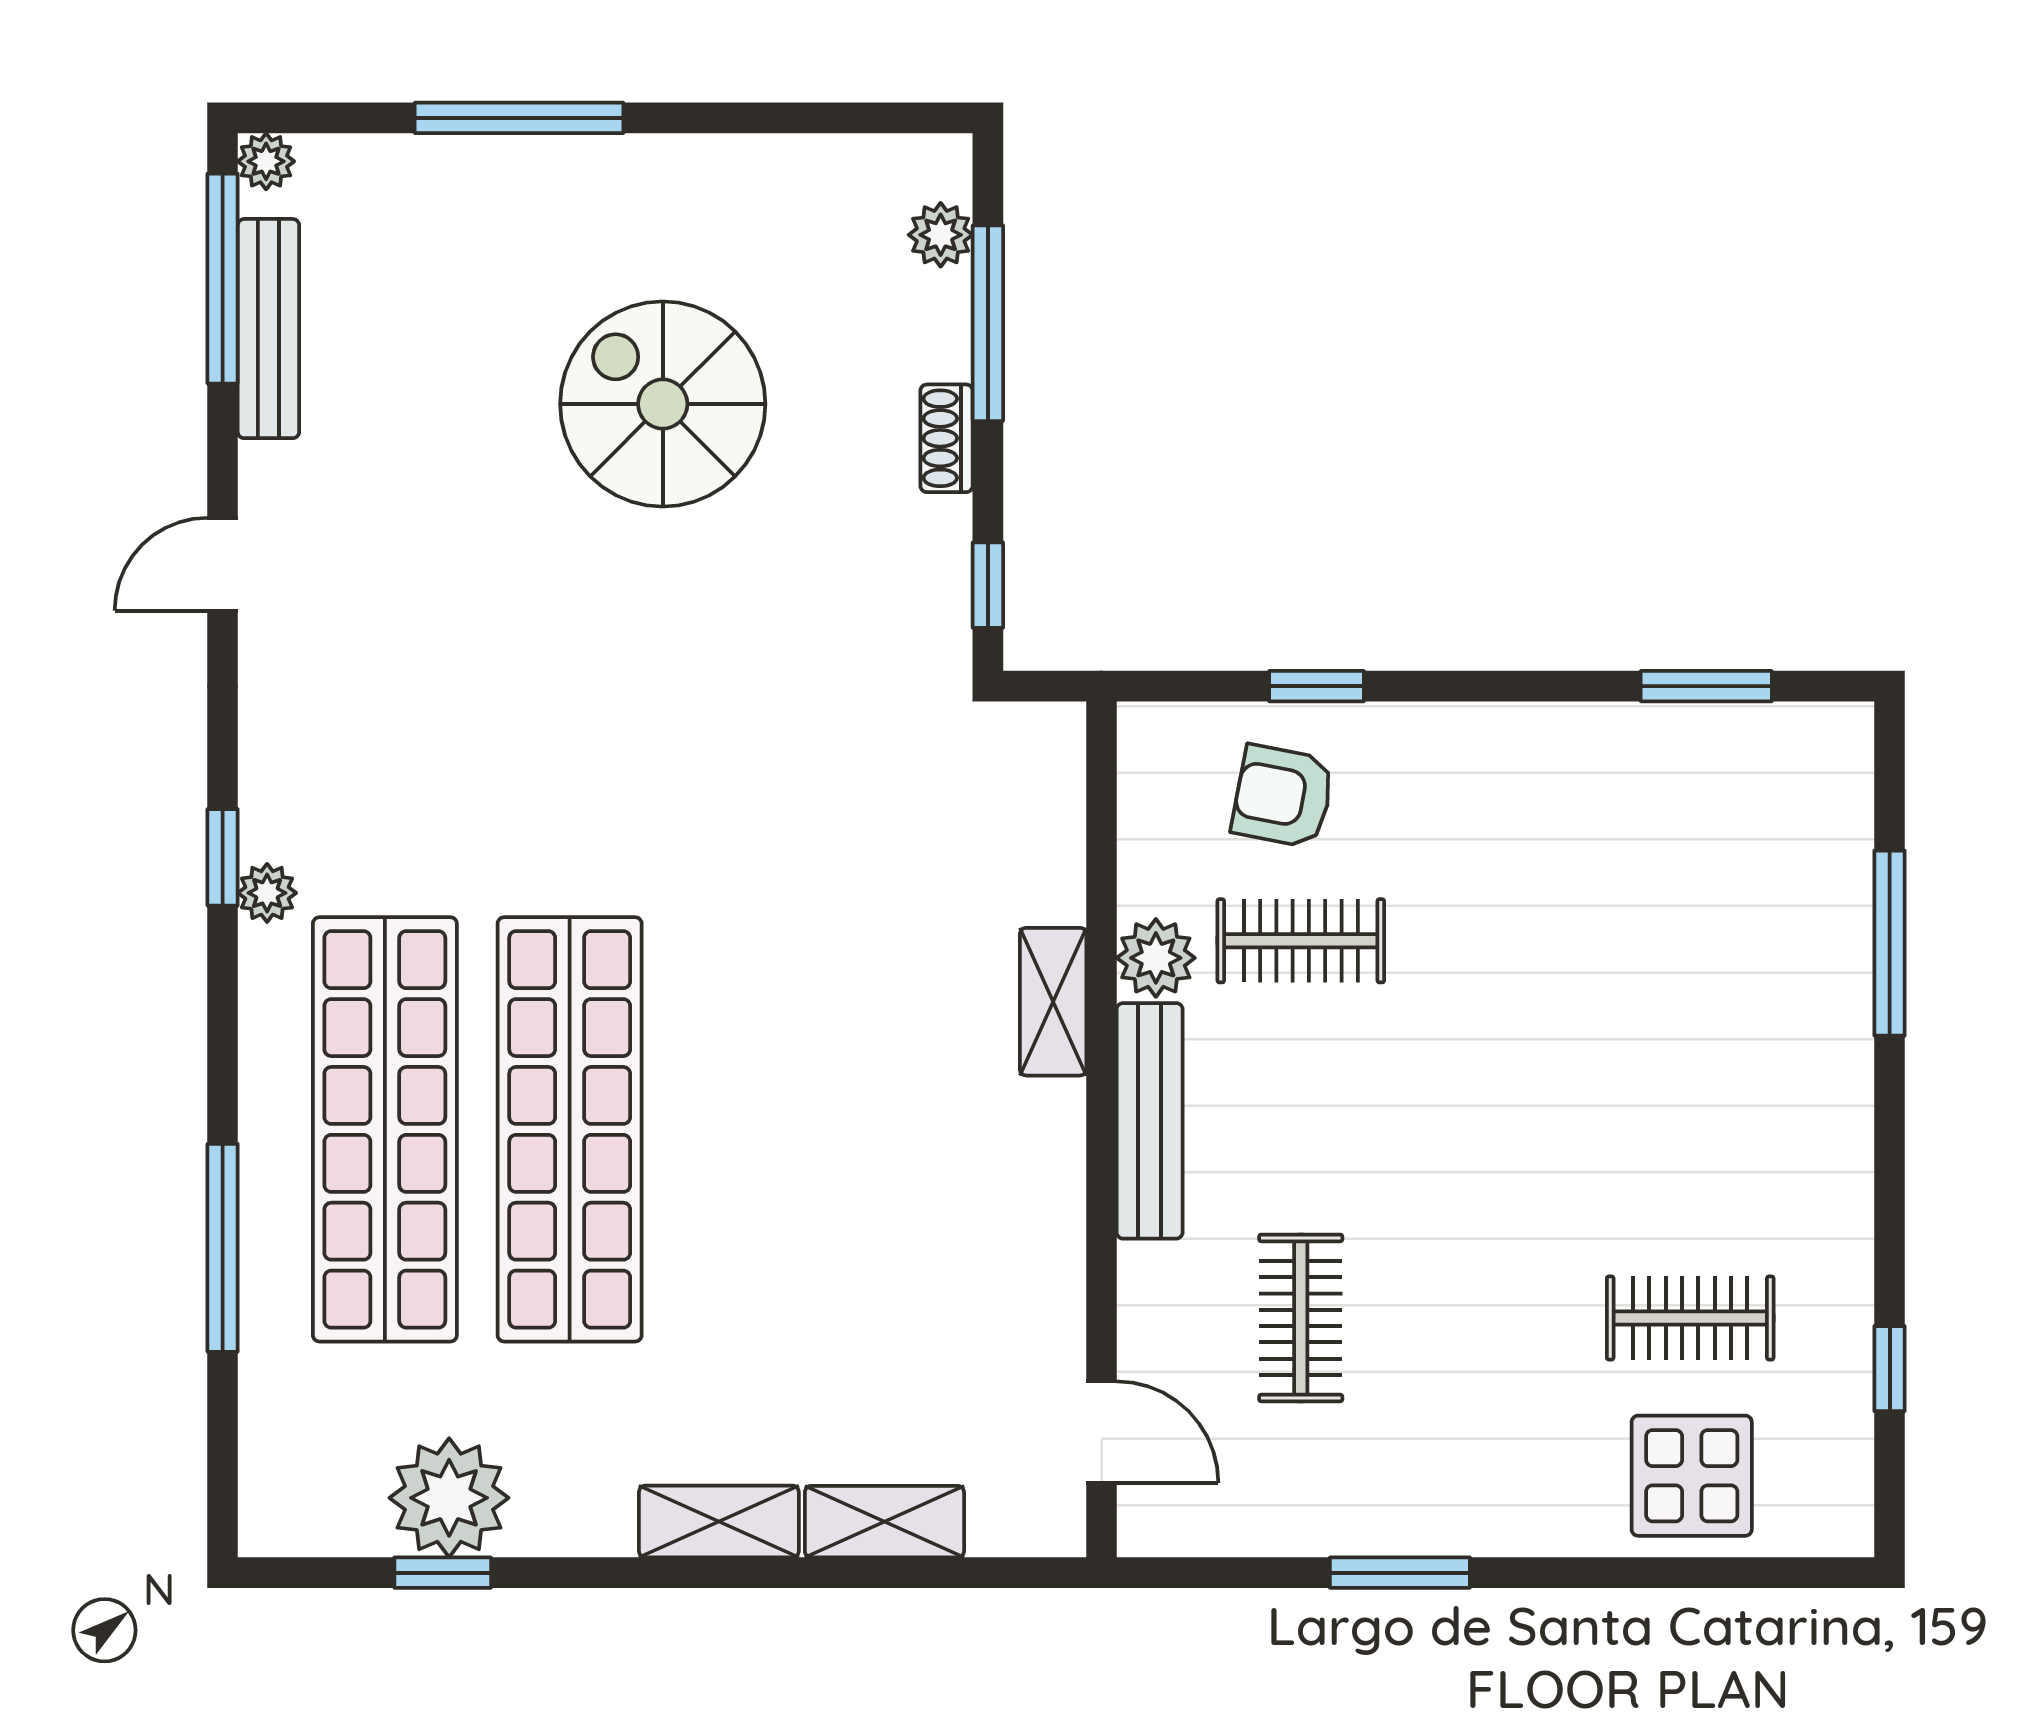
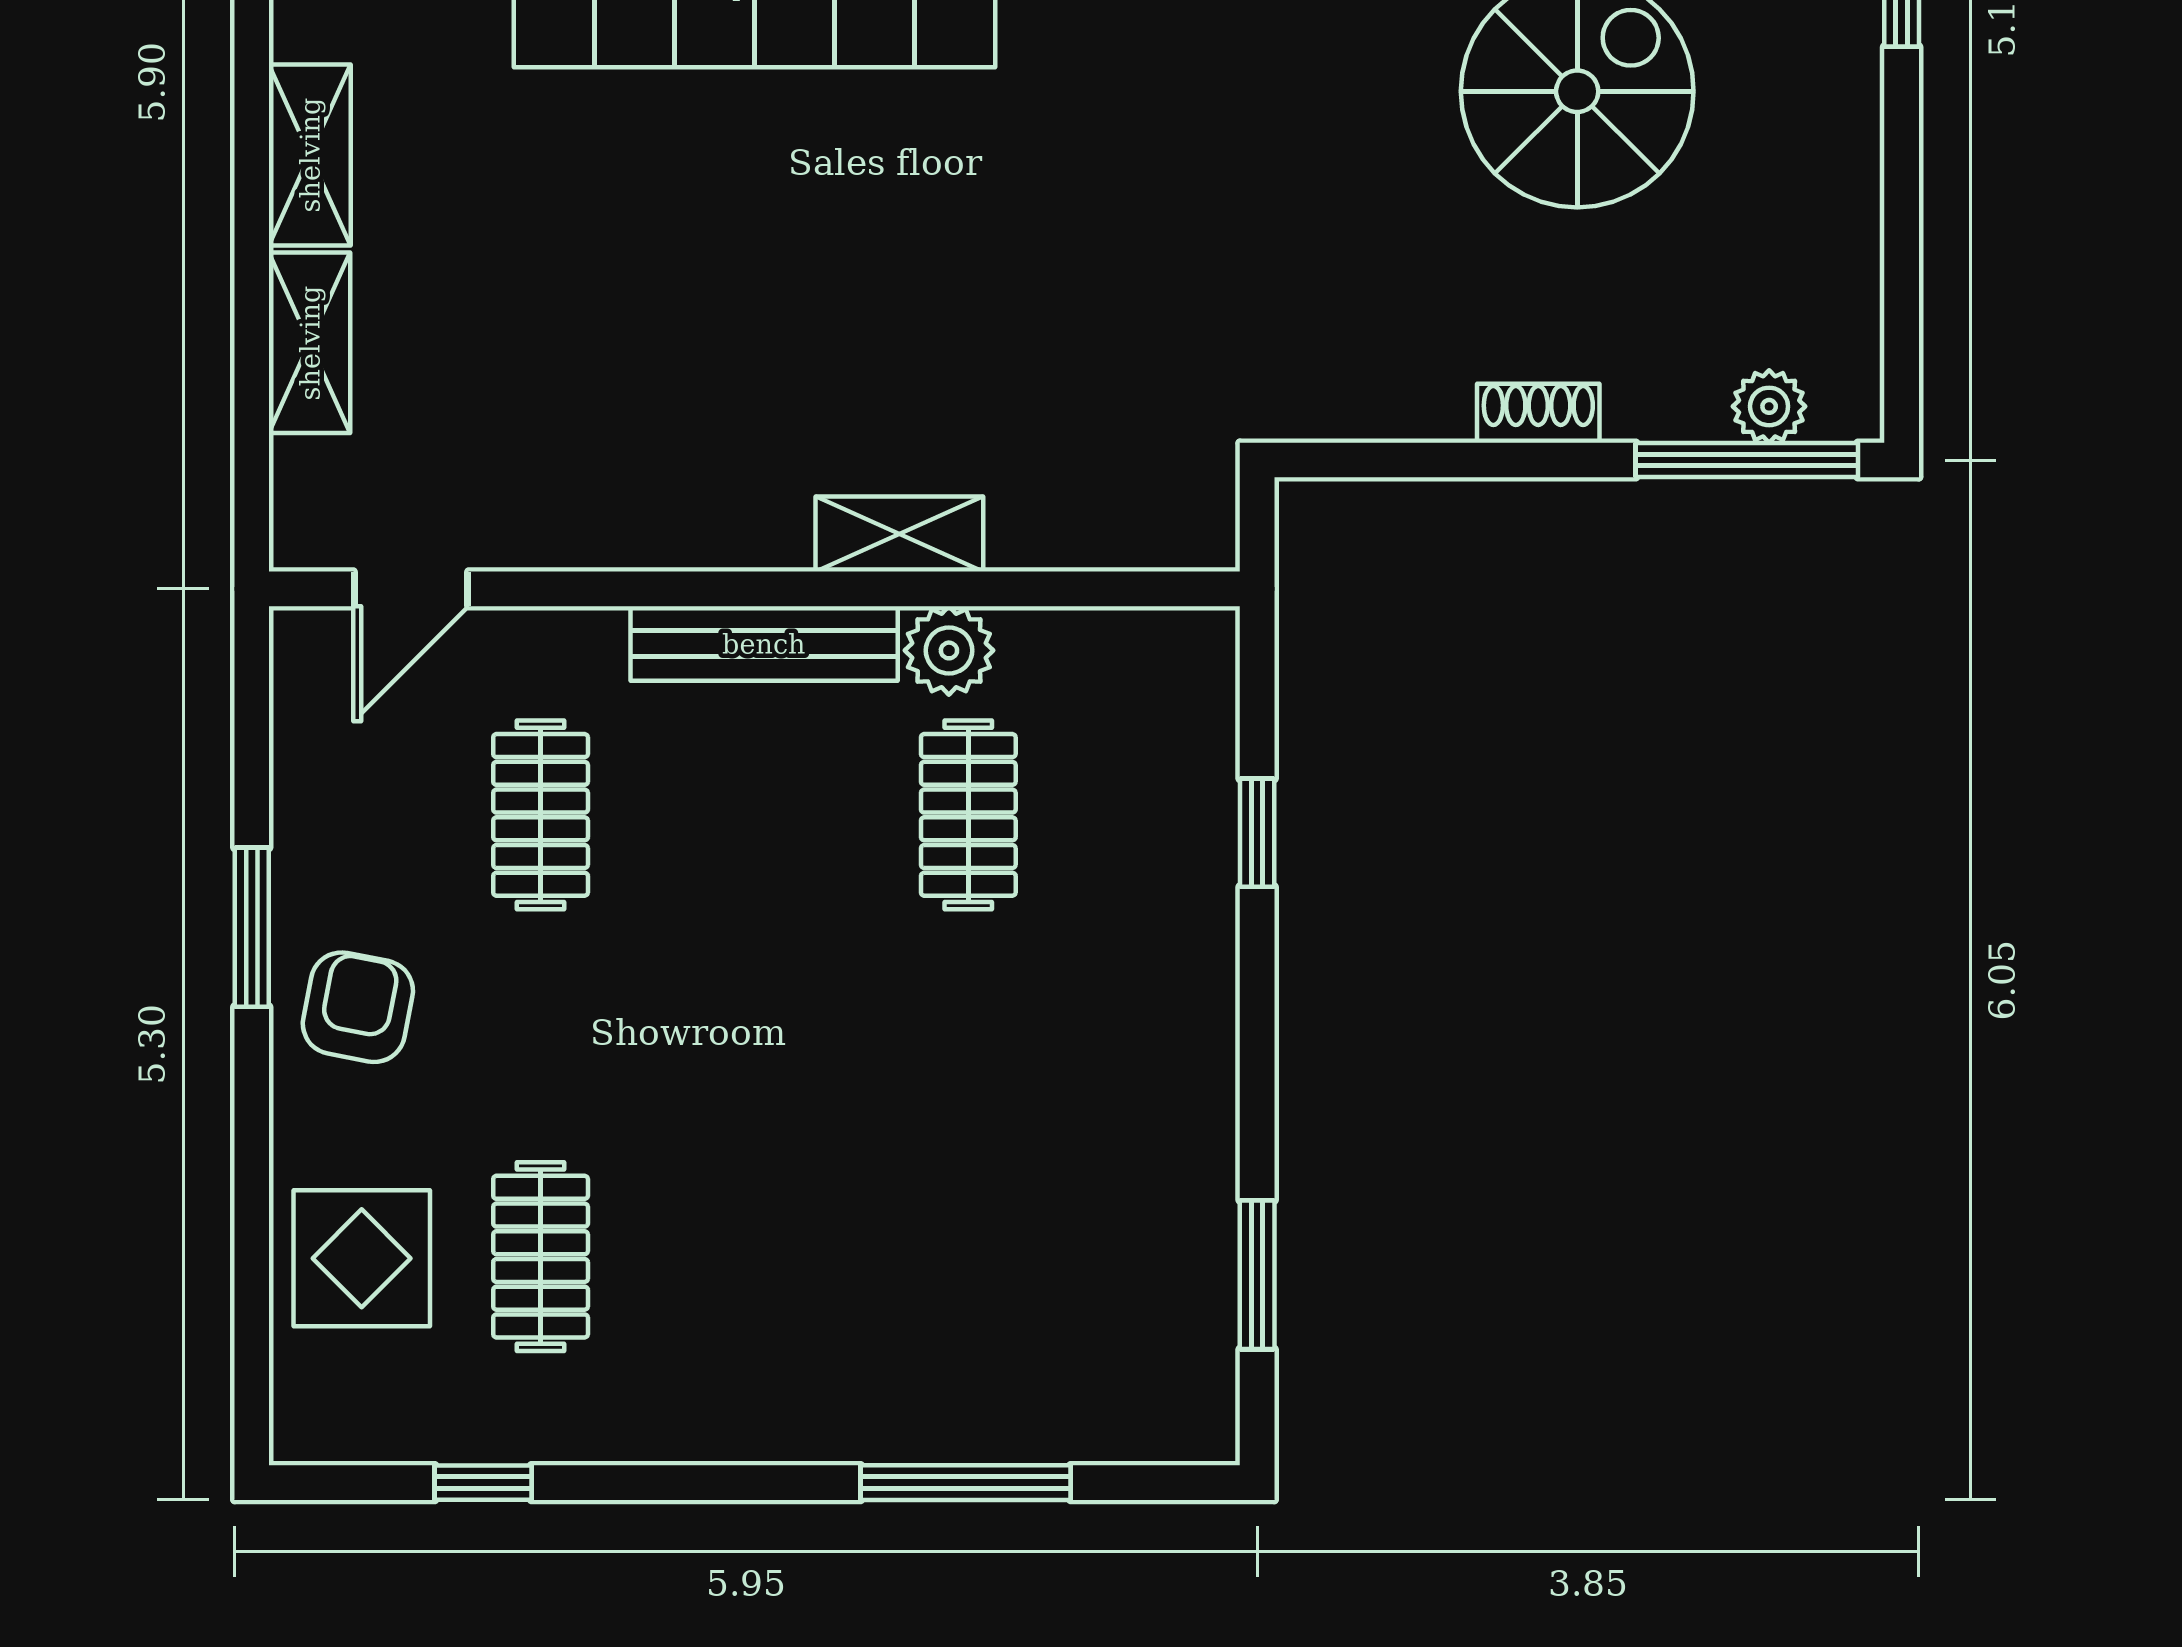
window: (988, 323) -> (1747, 460), moved
window: (988, 585) -> (1372, 460), removed
armchair: (1283, 796) -> (358, 1007), moved
clothes rail: (1301, 1318) -> (541, 815), turned 90

